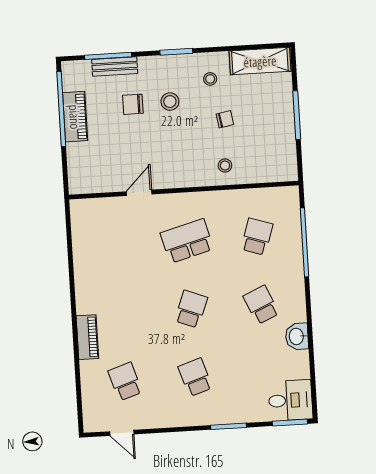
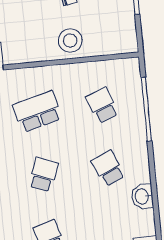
stool: (225, 165) -> (70, 41), width x1.89, depth x1.89
school desk: (257, 237) -> (102, 105), turned -39

